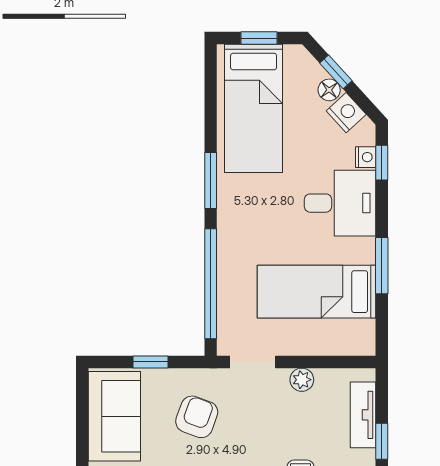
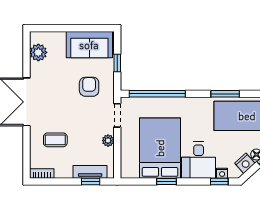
window: (211, 181) -> (225, 94), moved
window: (382, 266) -> (166, 181), width x0.67
bed: (317, 292) -> (160, 148), width x1.50
armchair: (197, 417) -> (89, 87), turned -110
window: (382, 441) -> (91, 181), moved

